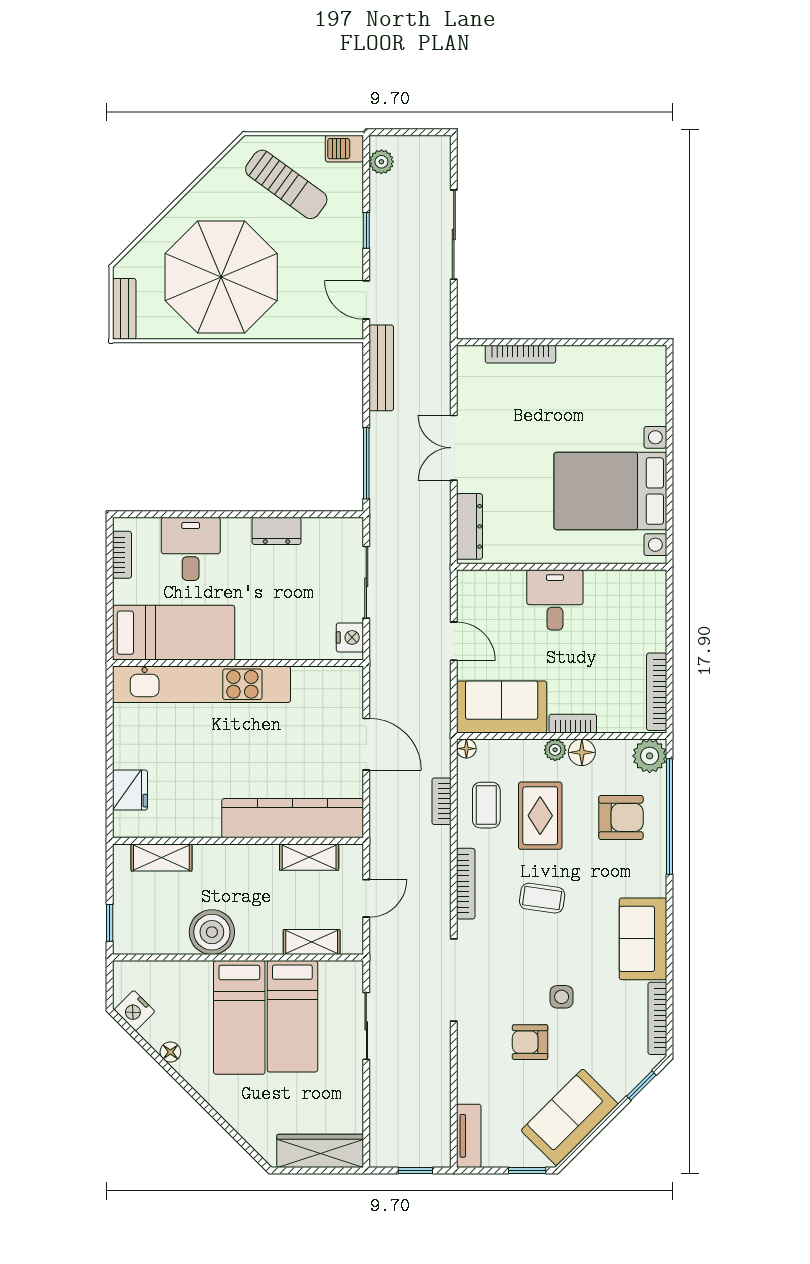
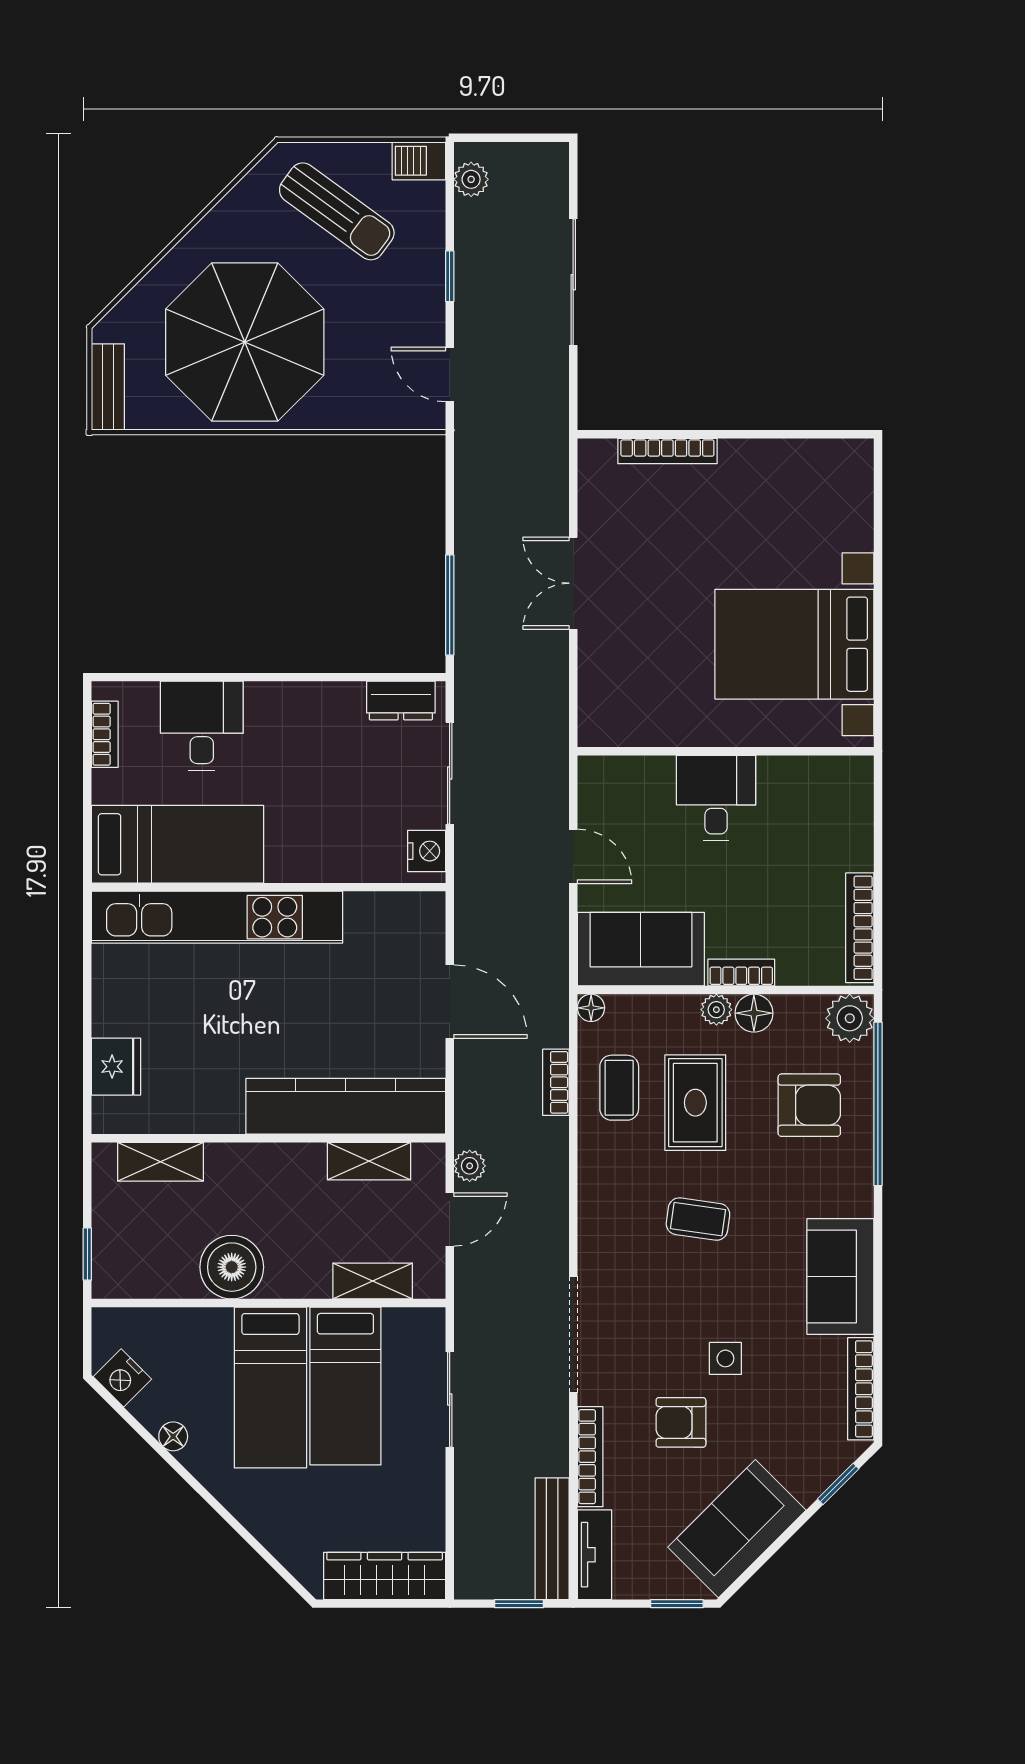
bench: (381, 368) -> (552, 1539), moved
dresser: (470, 526) -> (596, 694), removed
dresser: (276, 531) -> (401, 701), moved
plant: (380, 860) -> (470, 1166), added
bookcase: (466, 884) -> (590, 1457), moved

